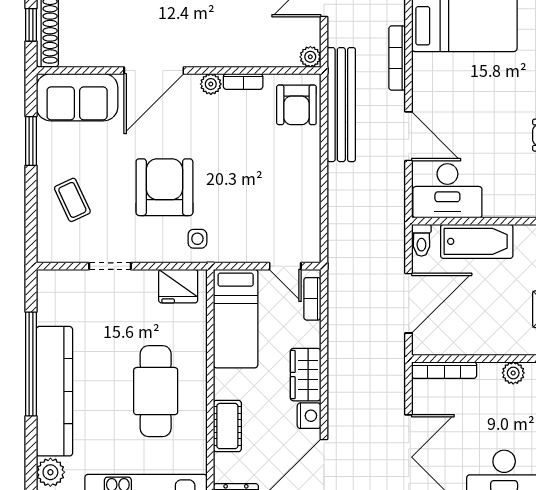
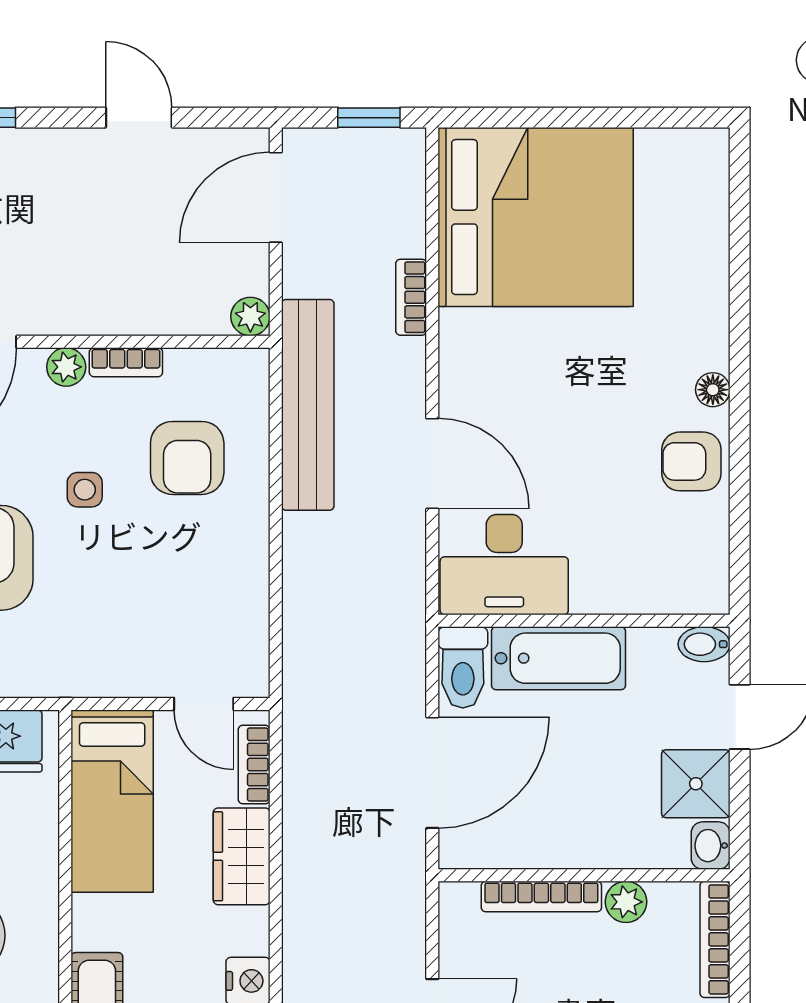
bookcase: (397, 58) -> (411, 297), width x0.64
armchair: (296, 105) -> (187, 458), moved
side table: (197, 239) -> (85, 490), moved
toilet: (421, 240) -> (463, 667), width x1.37, depth x1.39
bookcase: (444, 370) -> (541, 897), moved
wardrobe: (306, 375) -> (242, 856), moved

